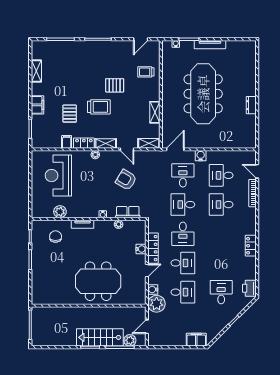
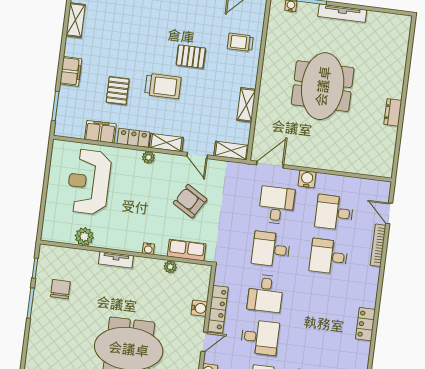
meeting table: (203, 94) -> (323, 86), width x0.73
filing cabinet: (67, 142) -> (100, 132), width x2.00
chair: (56, 237) -> (60, 289), moved

